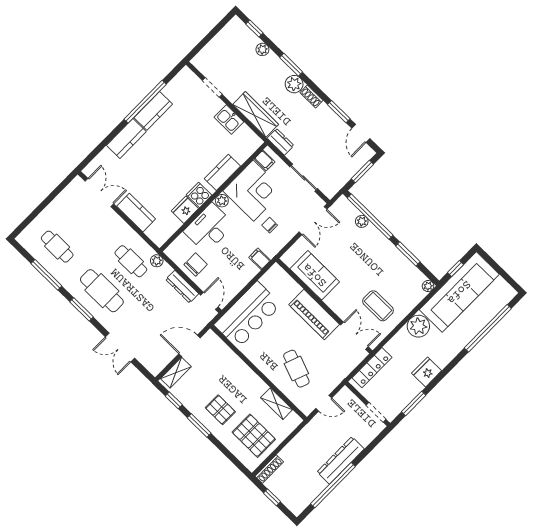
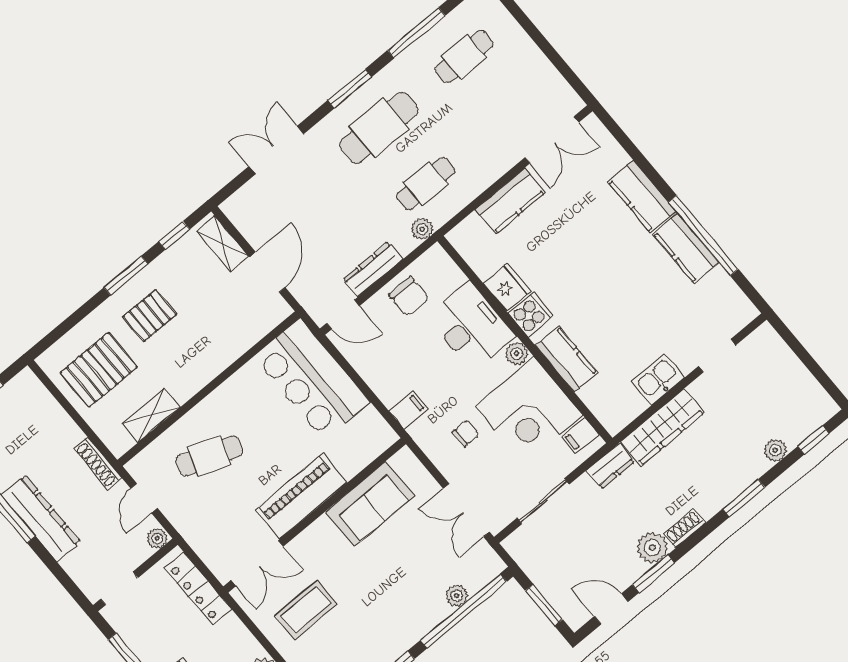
plant: (294, 84) -> (652, 548), moved
plant: (346, 394) -> (157, 538), added
shoe rack: (269, 469) -> (98, 463), moved

